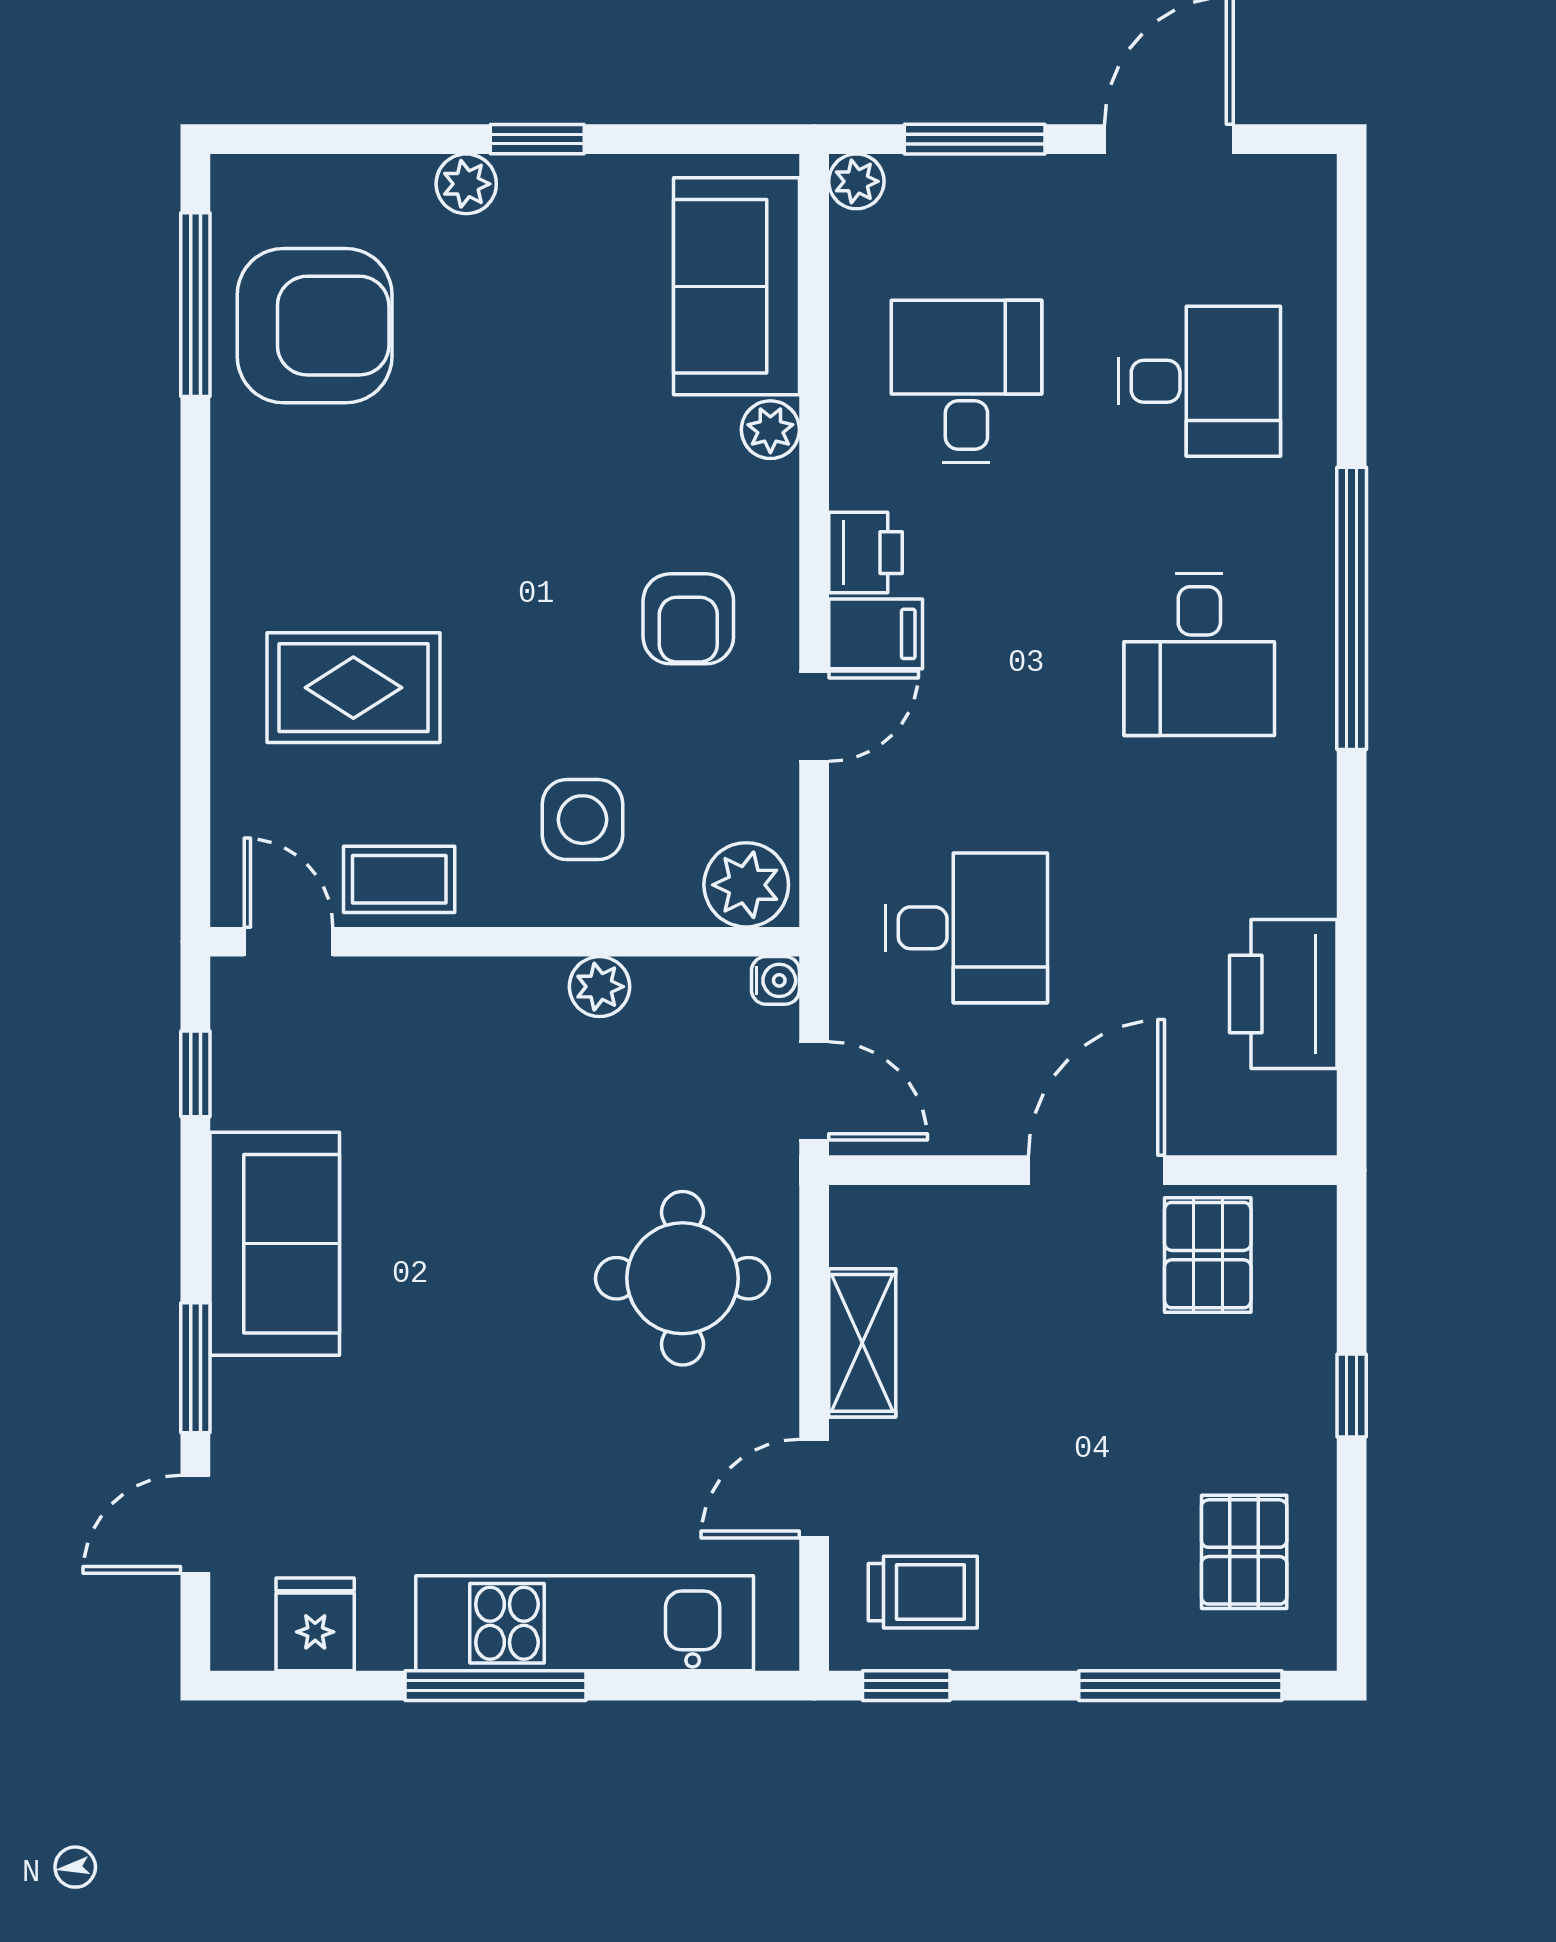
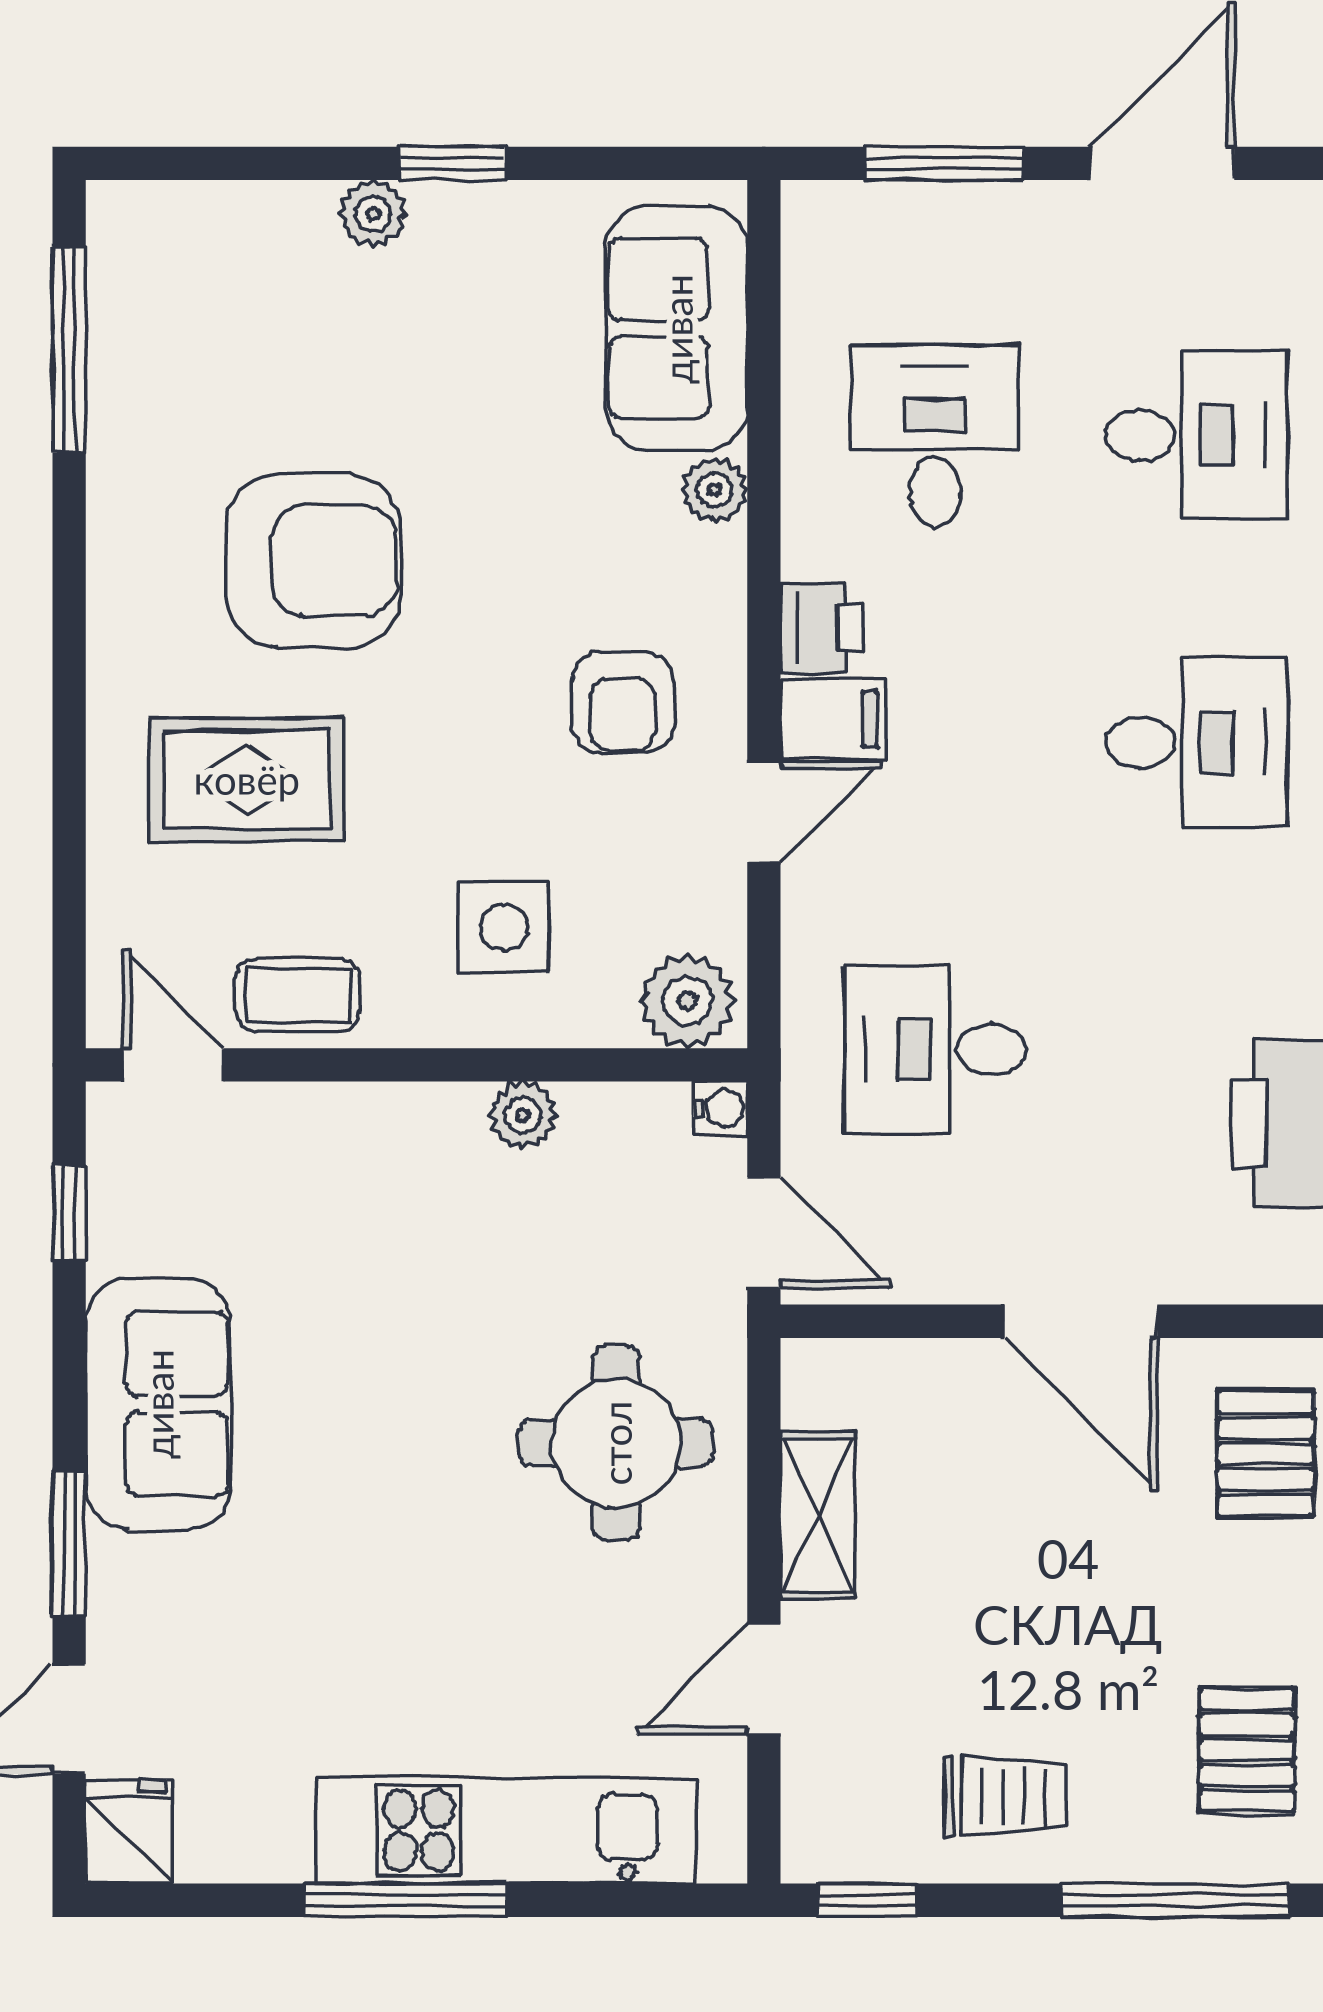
plant: (856, 181) -> (811, 211), removed
armchair: (315, 326) -> (313, 561), moved
desk: (1199, 655) -> (1196, 742), turned -90
desk: (966, 928) -> (935, 1049), turned 180
door: (1096, 1170) -> (1081, 1321), swing flipped
pallet: (1208, 1255) -> (1266, 1454), moved
trolley: (923, 1592) -> (1005, 1796), moved
fridge: (315, 1624) -> (129, 1832), moved

